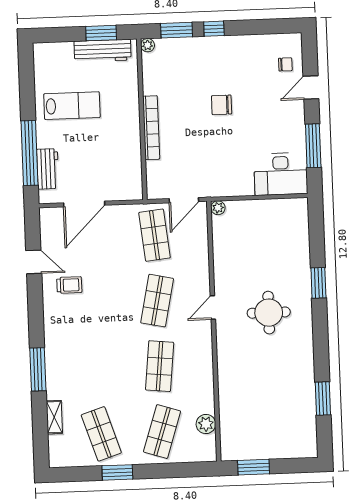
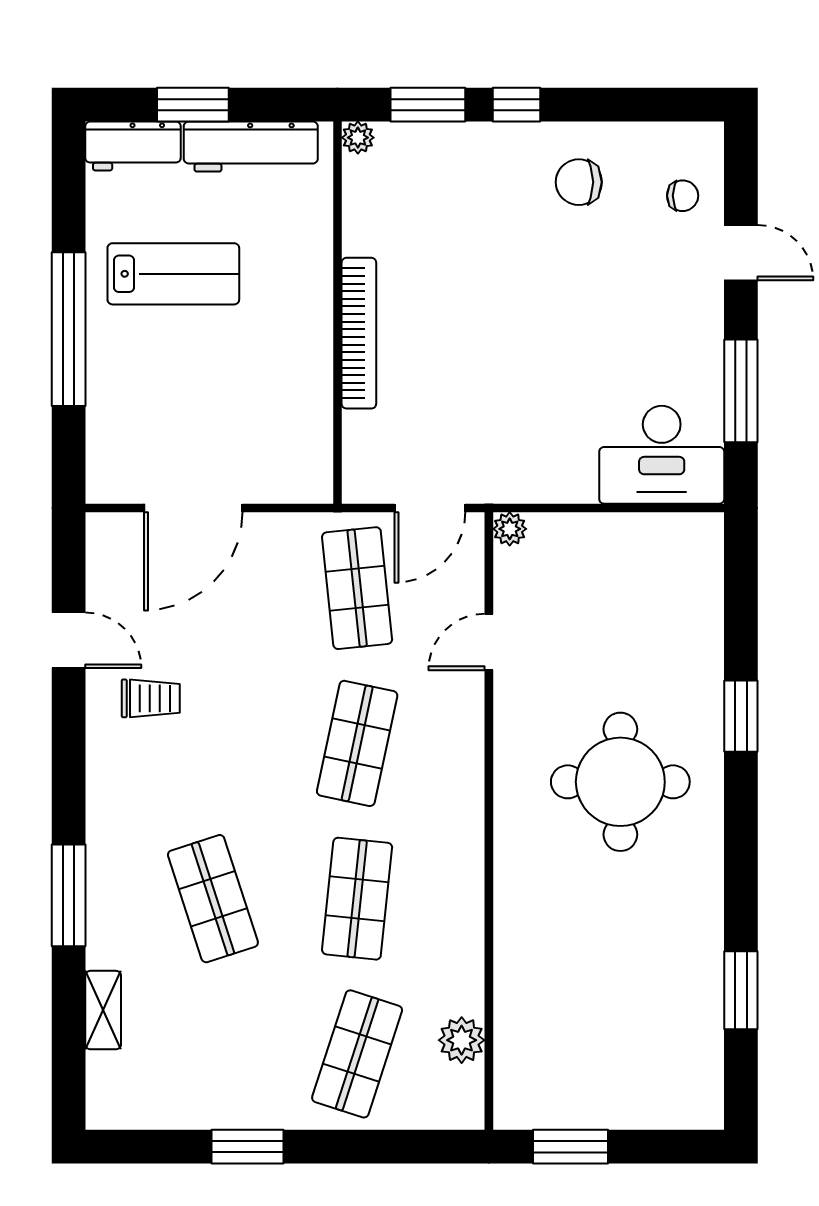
window: (101, 33) -> (193, 105), moved
door: (311, 87) -> (741, 253), swing flipped
chair: (222, 105) -> (579, 182), moved
window: (30, 153) -> (69, 329), moved
workbench: (48, 169) -> (133, 146), moved, turned 90
door: (213, 307) -> (489, 642), moved
round table: (269, 313) -> (620, 782), width x1.36, depth x1.36
shop shelf: (101, 434) -> (213, 899), moved

